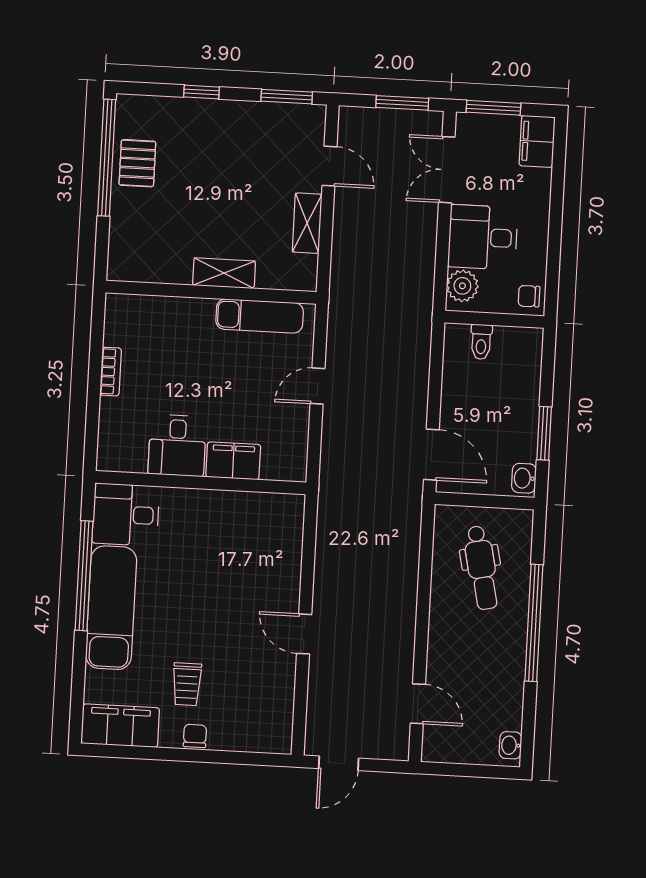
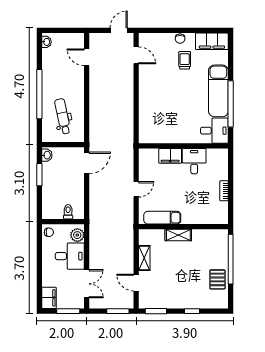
window: (402, 103) -> (118, 311), moved
window: (107, 158) -> (231, 259), moved
door: (431, 455) -> (87, 163), swing flipped
door: (304, 634) -> (136, 55), moved

